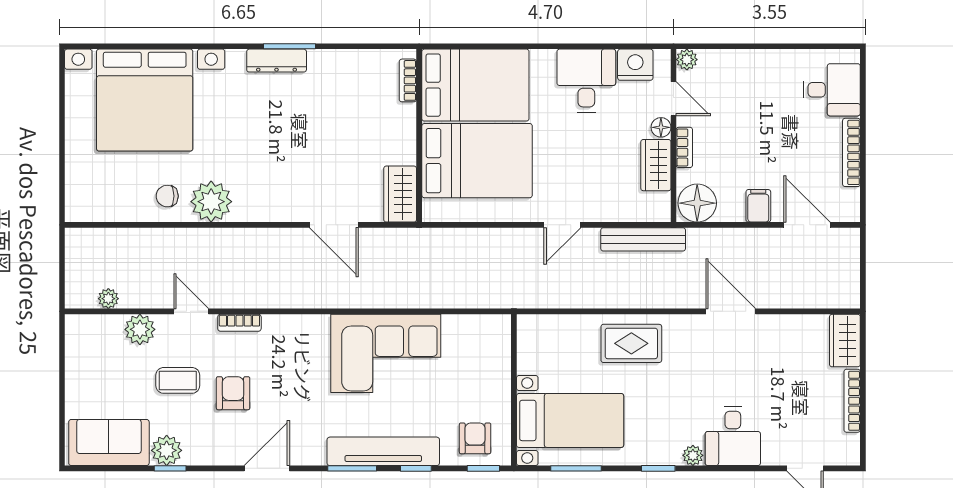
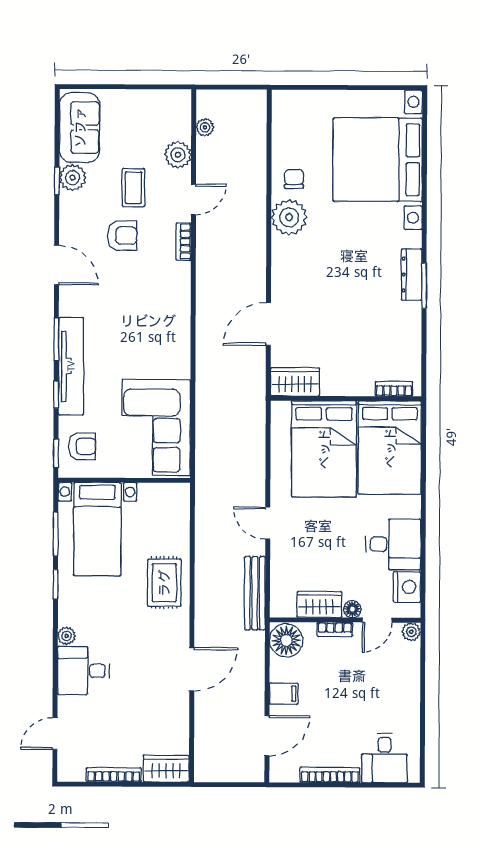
corner sofa: (386, 353) -> (156, 427), moved
window: (658, 468) -> (55, 584), moved

